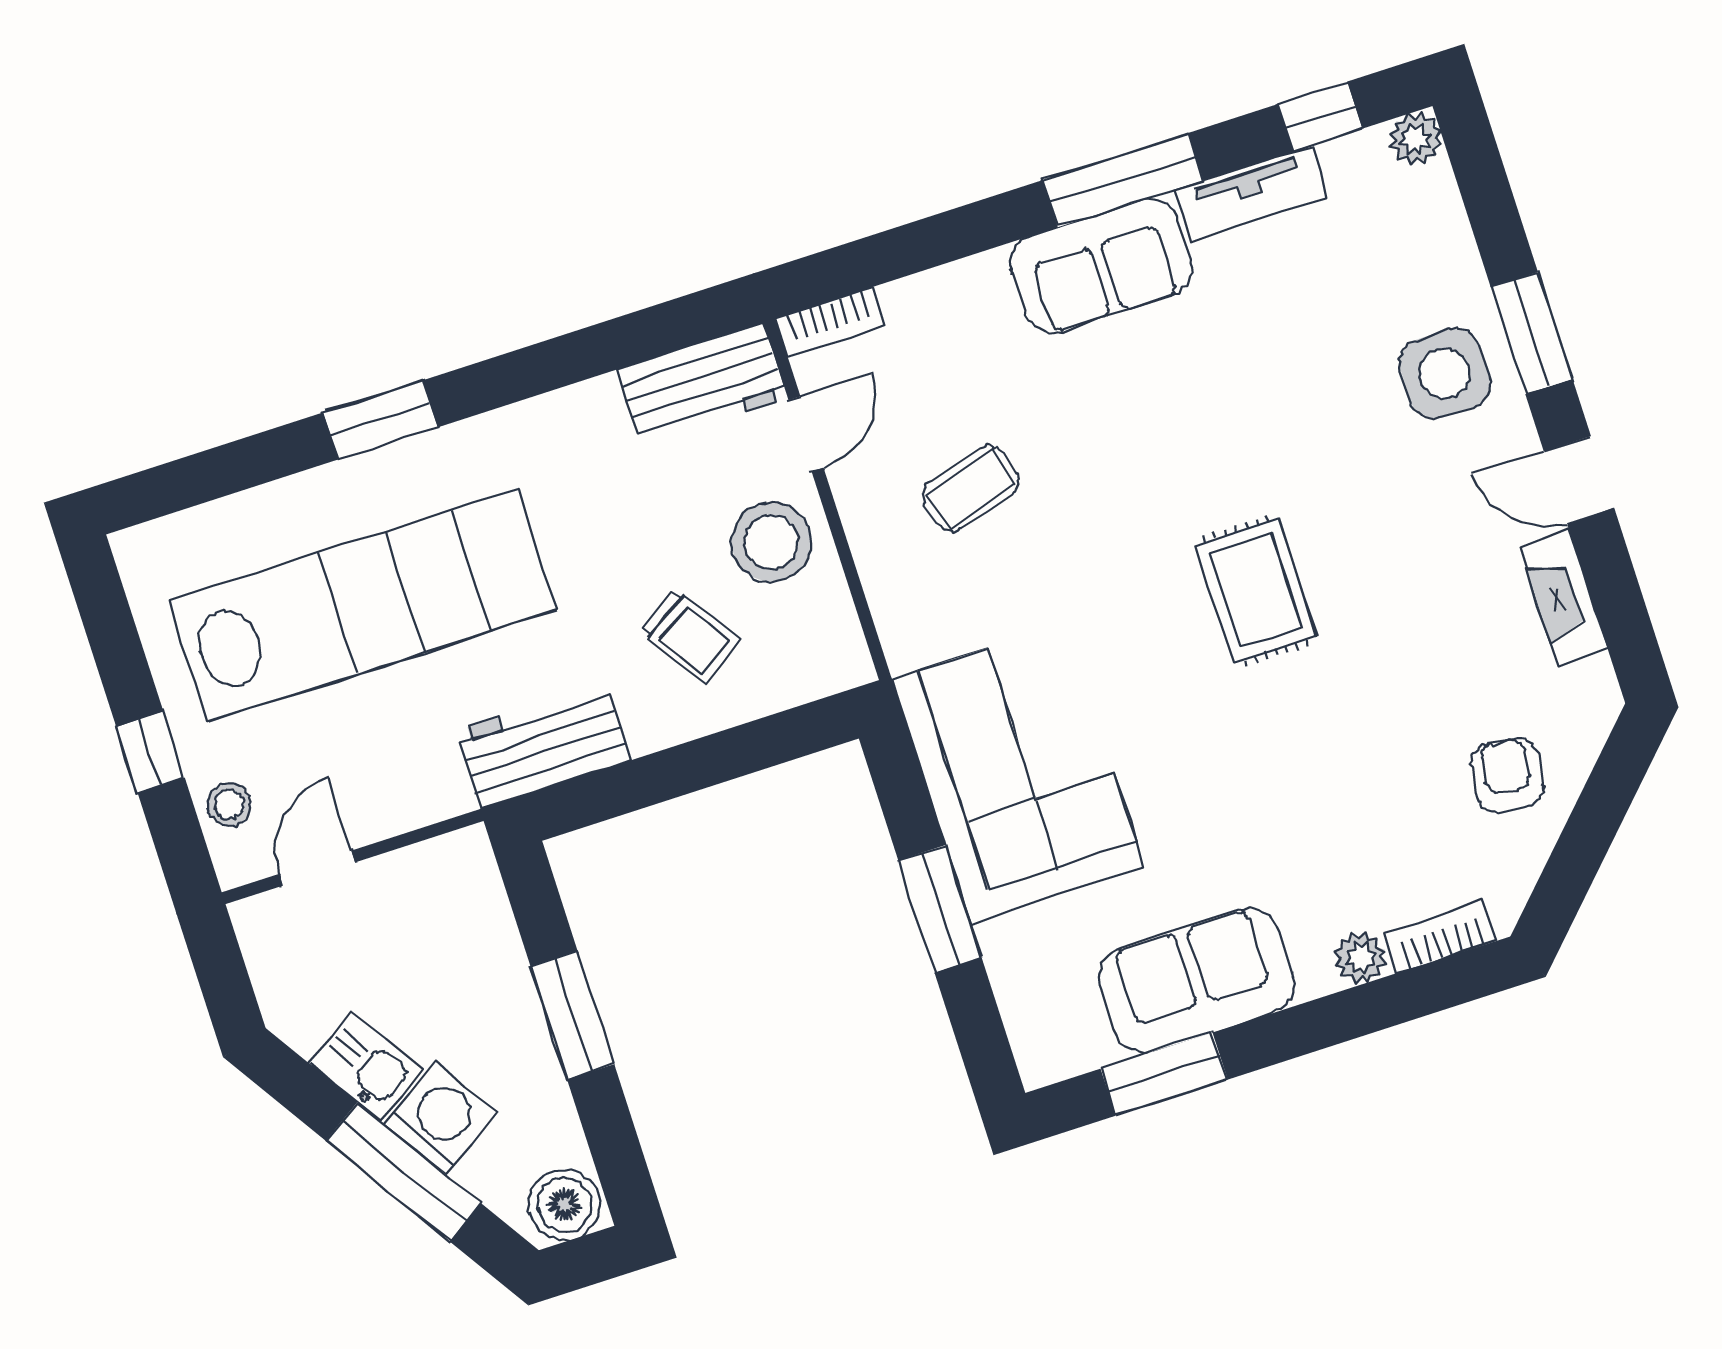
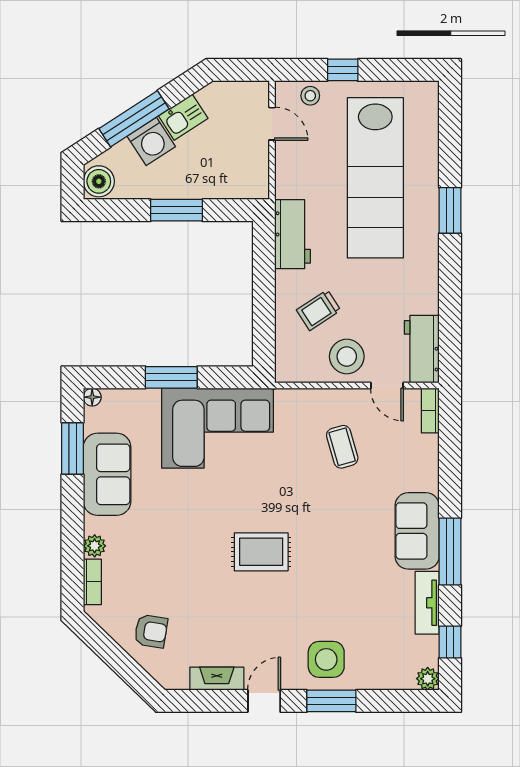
floor lamp: (1039, 1067) -> (92, 397), added

